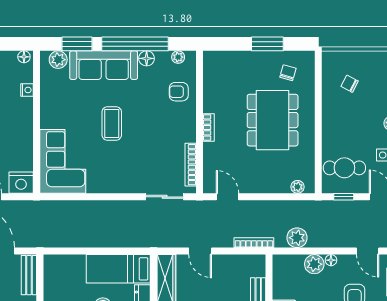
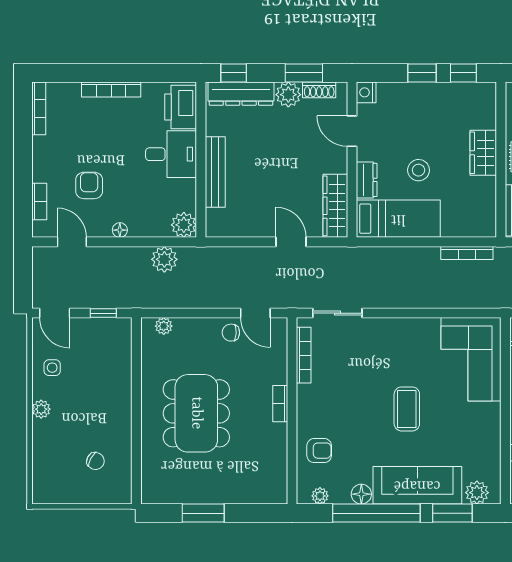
chair: (288, 73) -> (231, 333), moved, turned 76
cafe table: (344, 168) -> (102, 351), removed
bookcase: (254, 243) -> (467, 253), moved
plant: (314, 264) -> (184, 225), moved

